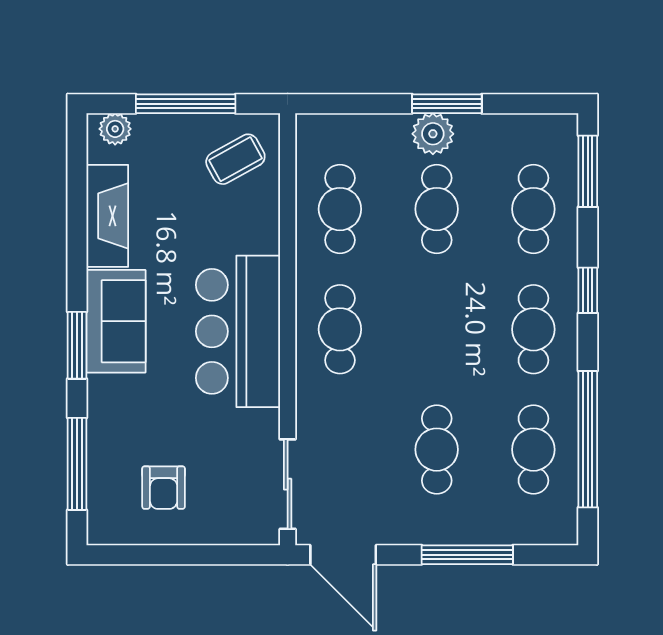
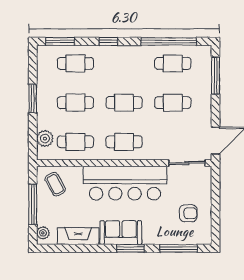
plant: (433, 134) -> (45, 139), moved
cafe table: (533, 329) -> (124, 103), moved
bar counter: (238, 331) -> (125, 183), width x1.36
window: (467, 555) -> (215, 76), moved

